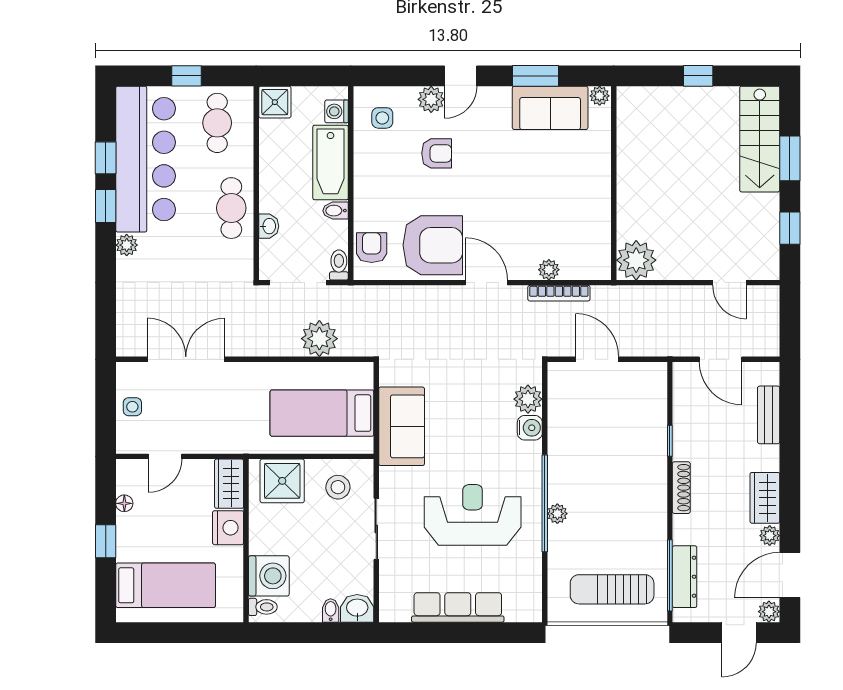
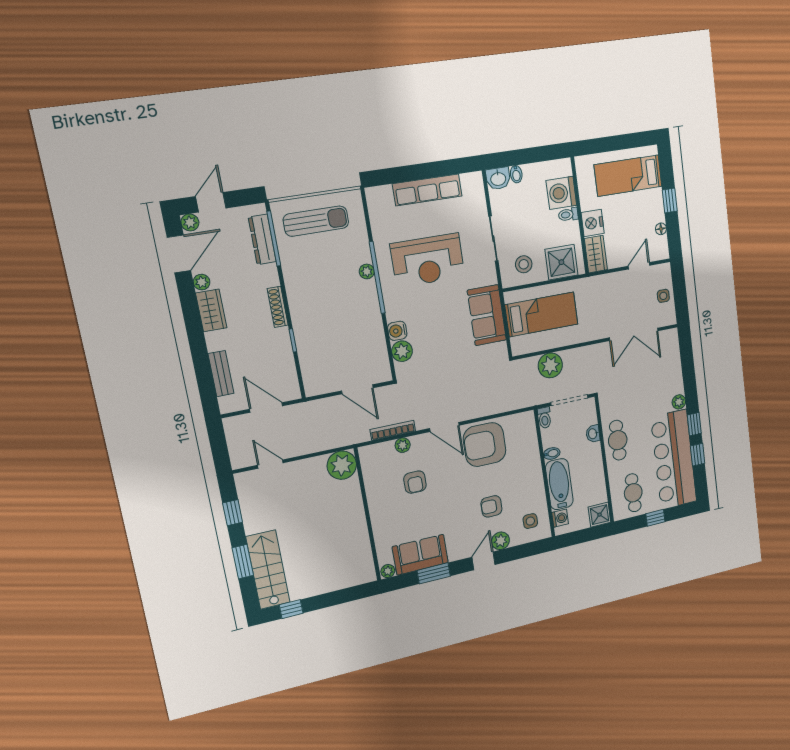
window: (698, 76) -> (291, 609), moved
armchair: (372, 248) -> (415, 482), moved
toilet: (263, 607) -> (568, 215), moved

